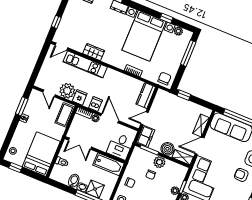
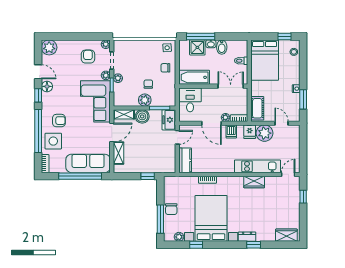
chair: (164, 79) -> (171, 209), moved

